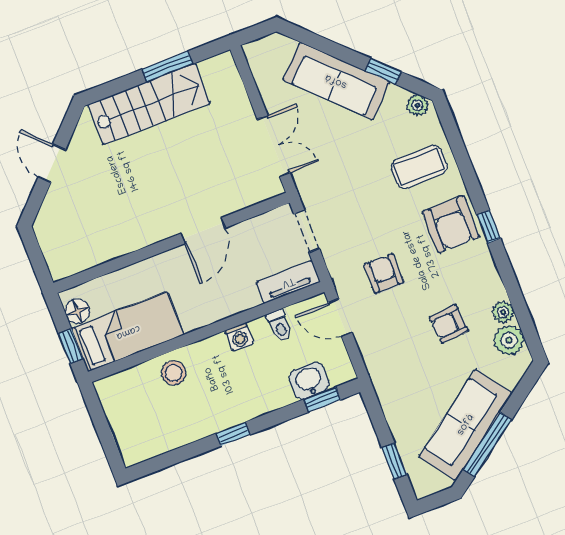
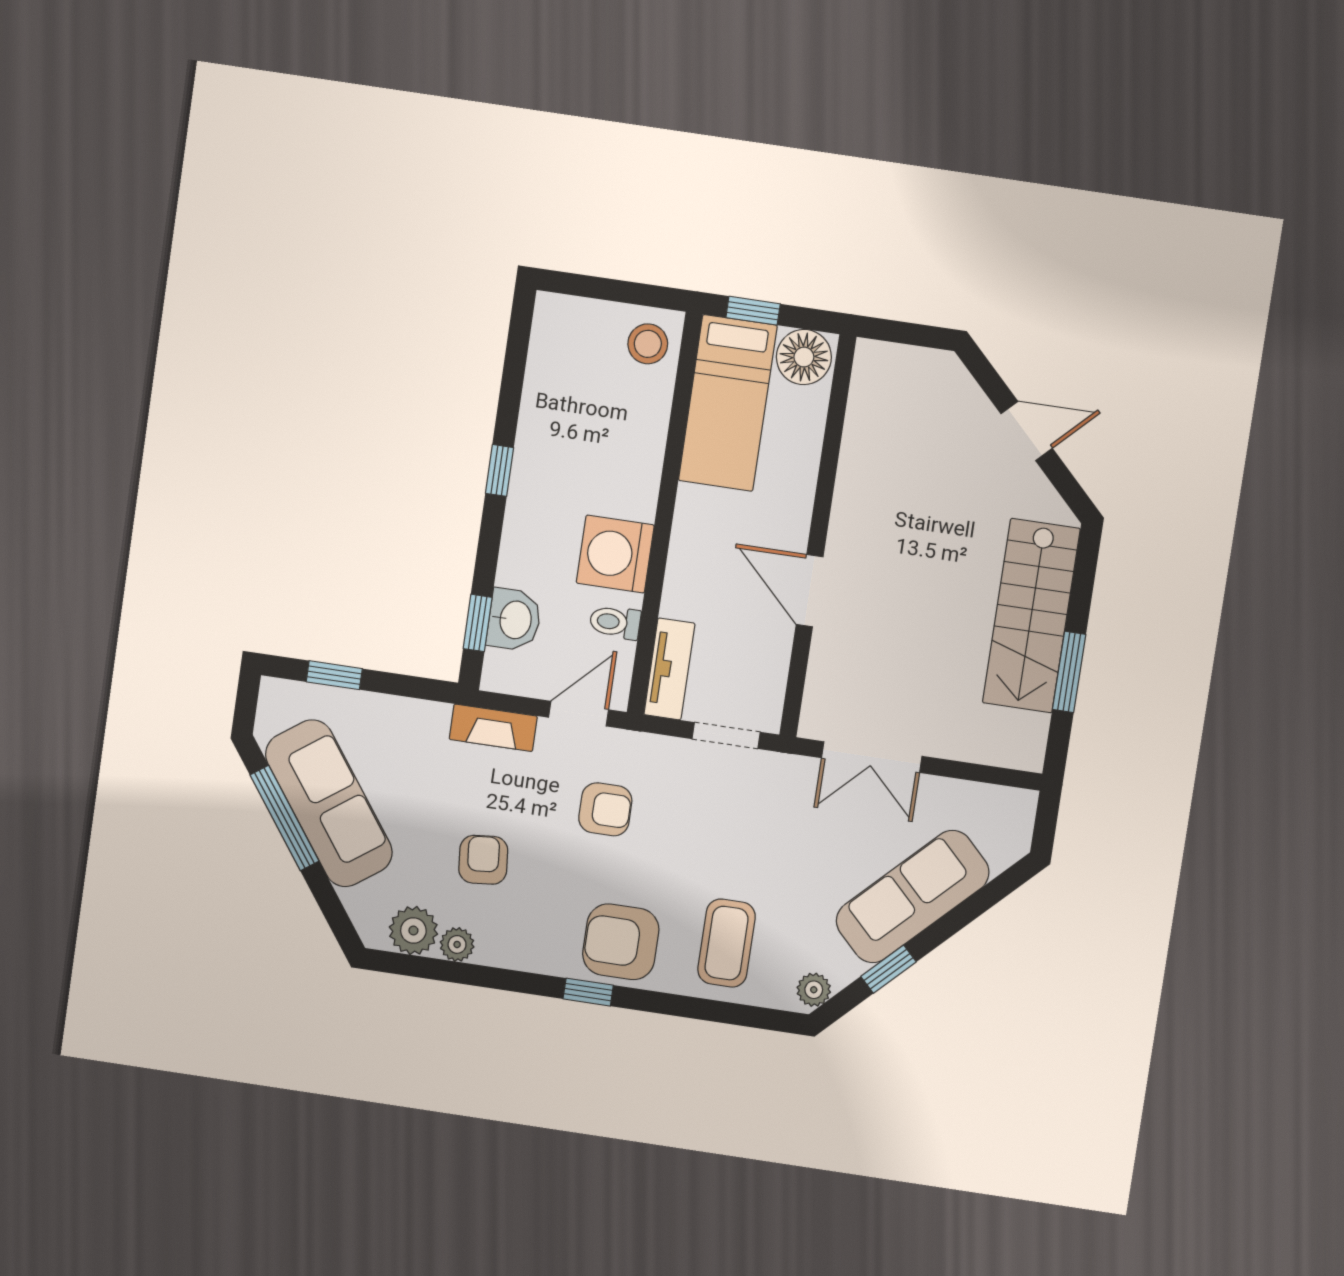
floor lamp: (77, 311) -> (804, 357), width x1.38, depth x1.38
washing machine: (239, 337) -> (615, 554), width x1.89, depth x1.89
fireplace: (374, 359) -> (493, 728), added
stool: (174, 373) -> (648, 344), moved

